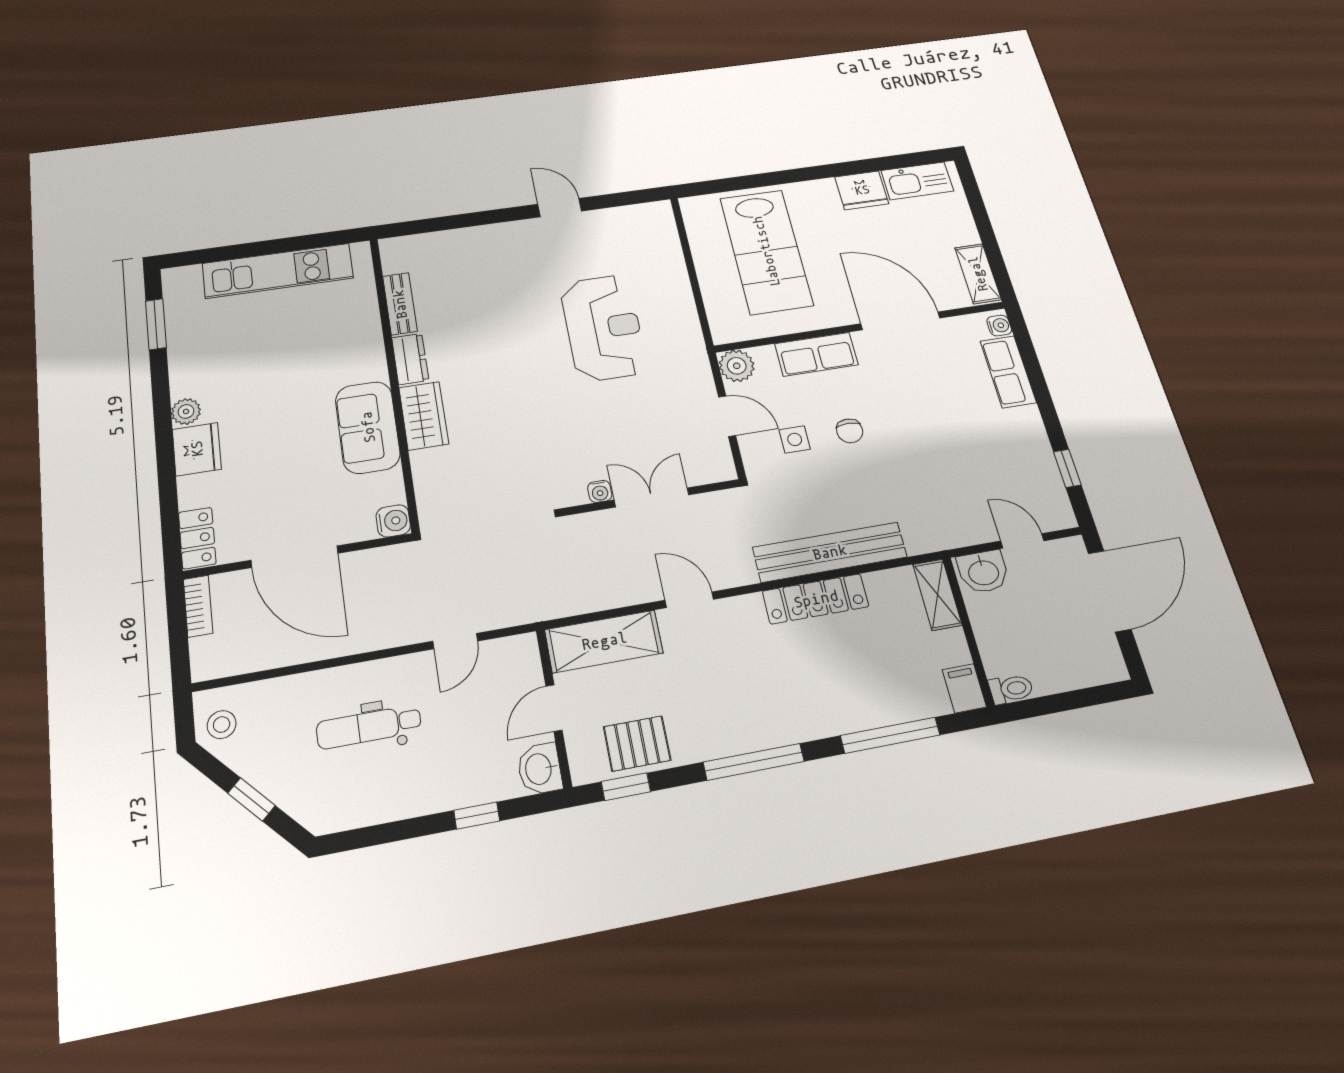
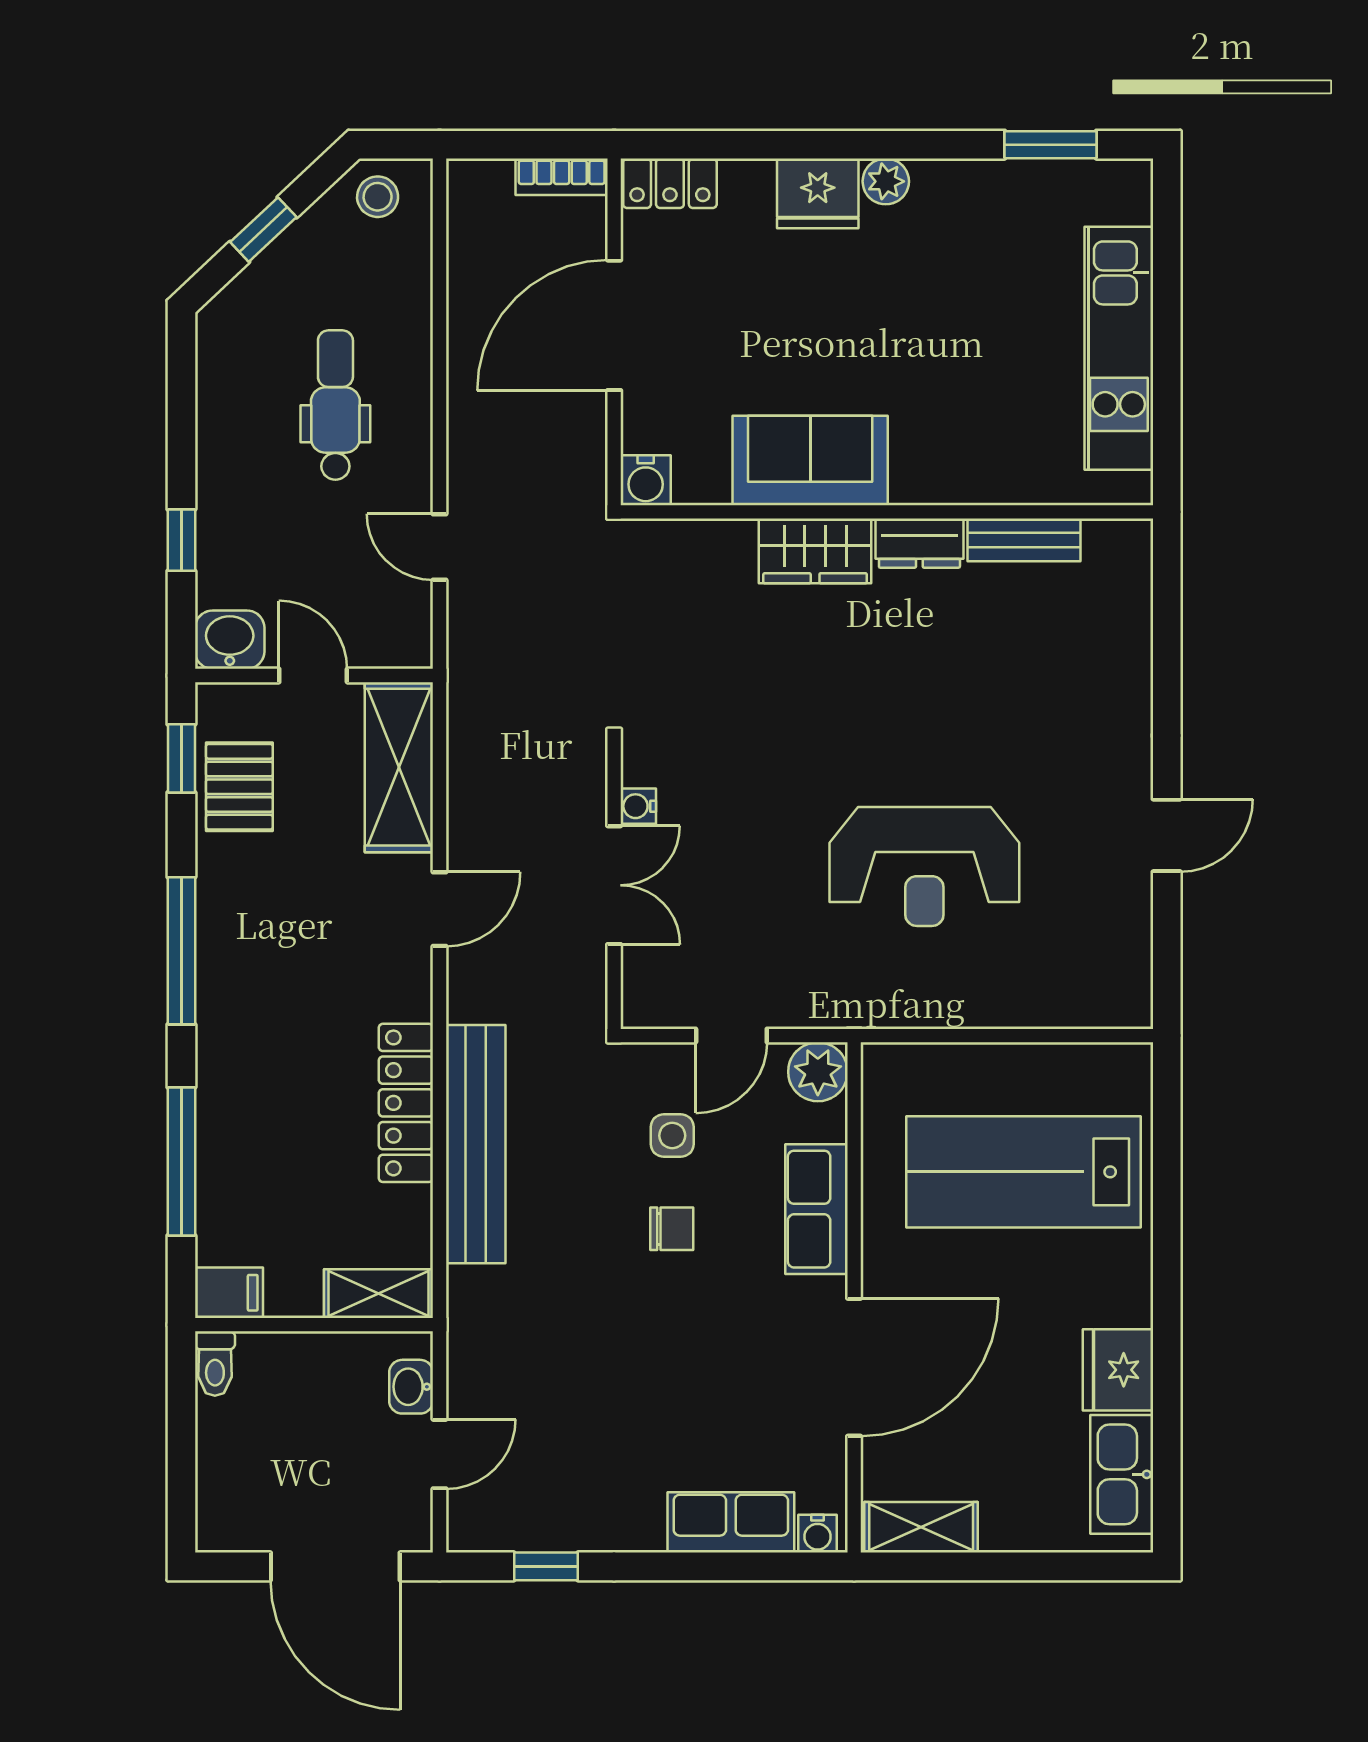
chair: (850, 431) -> (672, 1229), turned 180
washbasin: (983, 572) -> (411, 1387), width x0.72, depth x0.69

